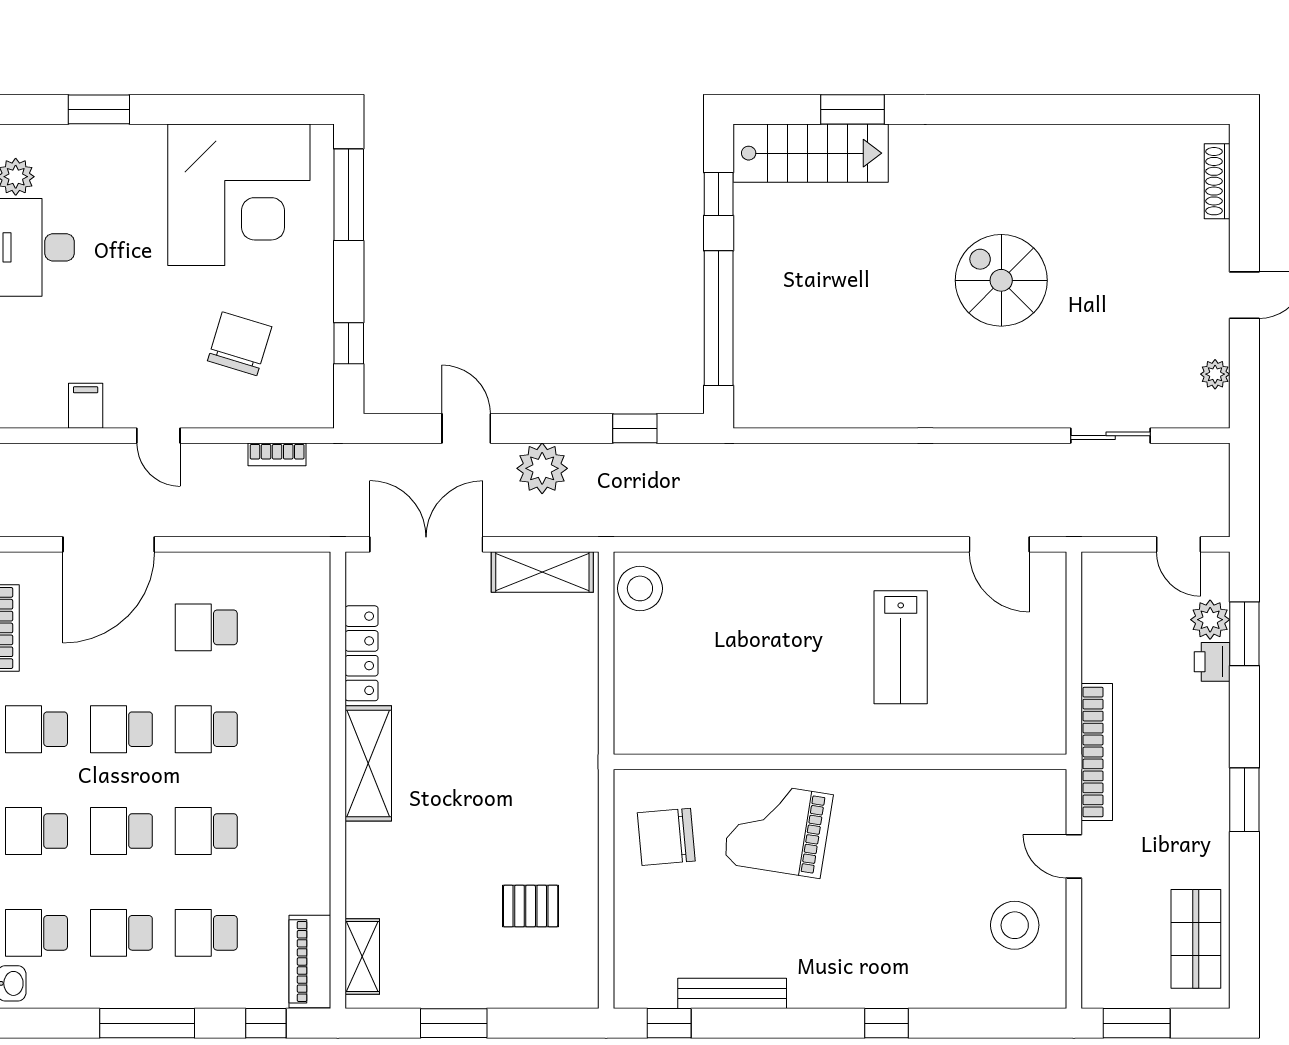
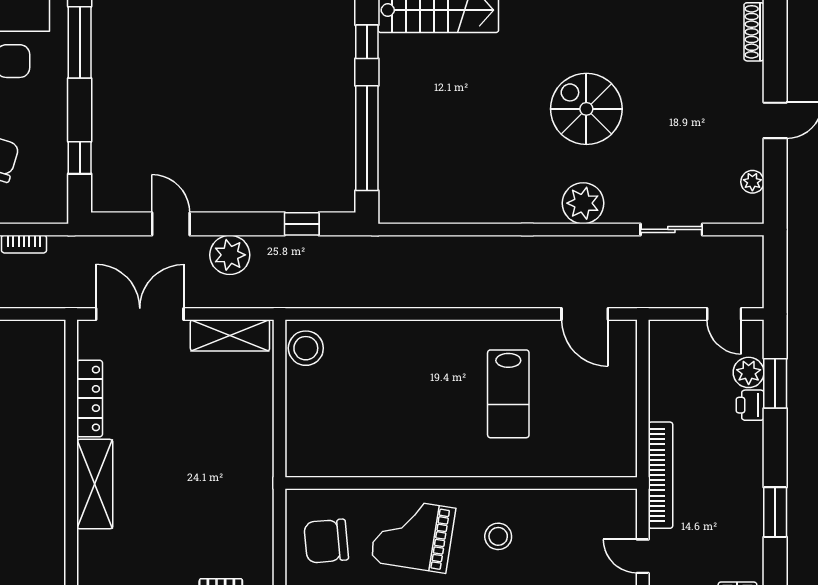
plant: (997, 402) -> (583, 203), added
stool: (888, 831) -> (498, 536), added

